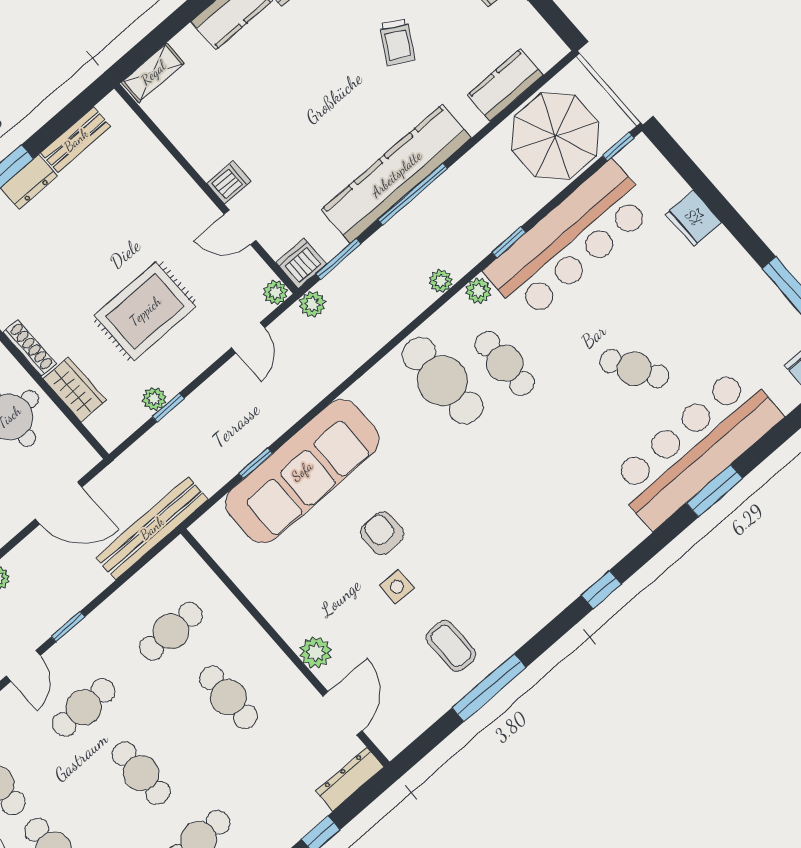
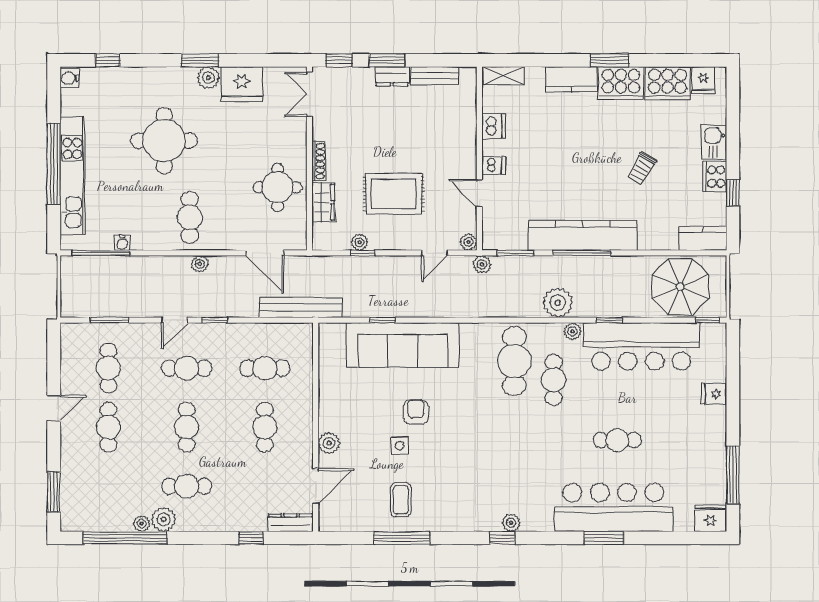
kitchen counter: (505, 85) -> (703, 239), moved
fridge: (693, 218) -> (714, 394), width x0.72
dishwasher: (301, 263) -> (494, 126), moved, turned 90
plant: (441, 281) -> (558, 303), width x1.88, depth x1.88
cafe table: (634, 369) -> (617, 440), turned -59
plant: (596, 564) -> (511, 523), added

